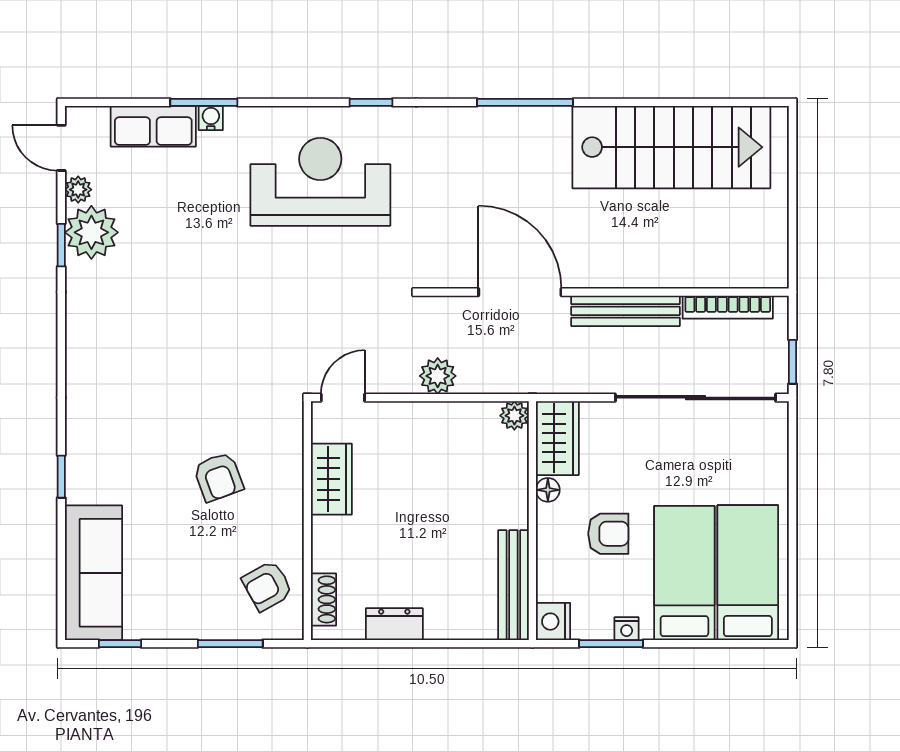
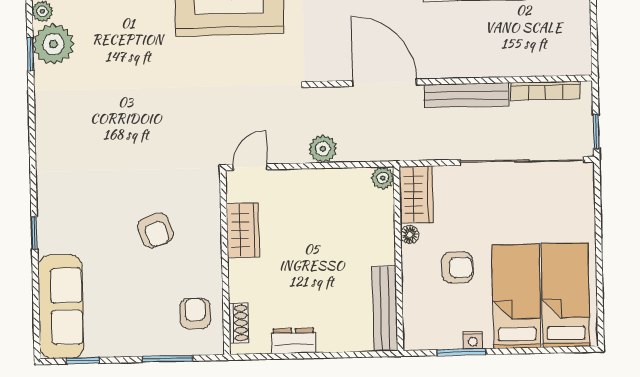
armchair: (267, 586) -> (195, 314), turned 119
nightstand: (553, 622) -> (416, 336), removed

